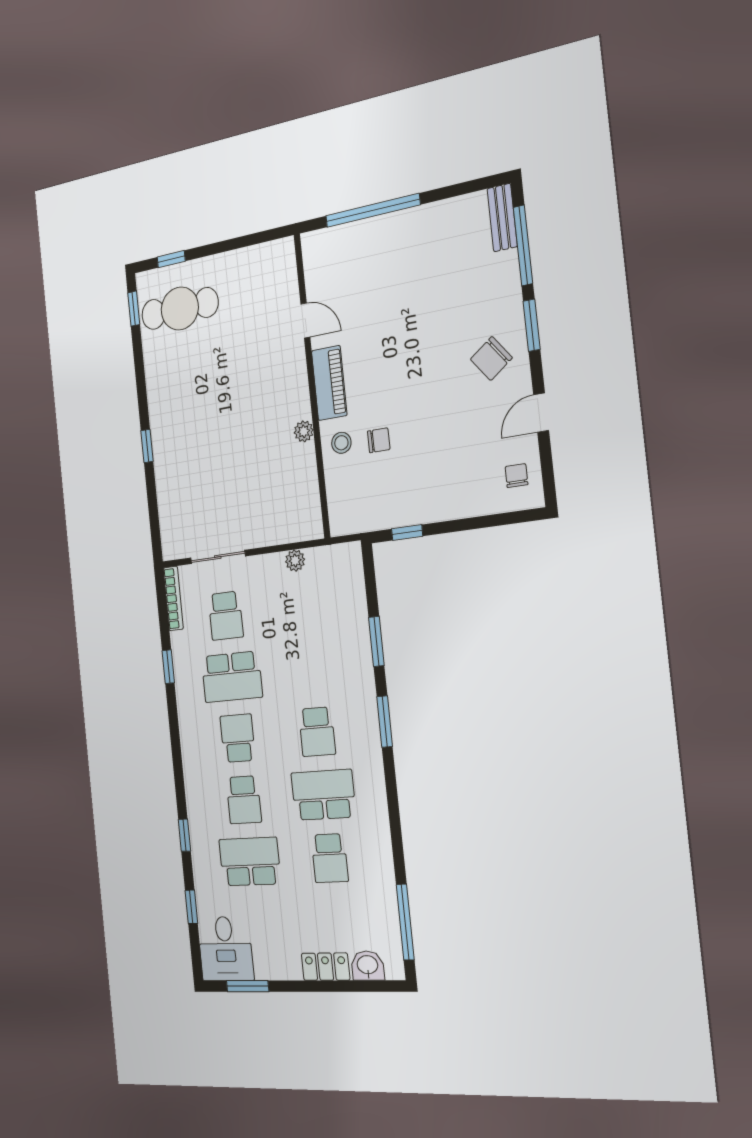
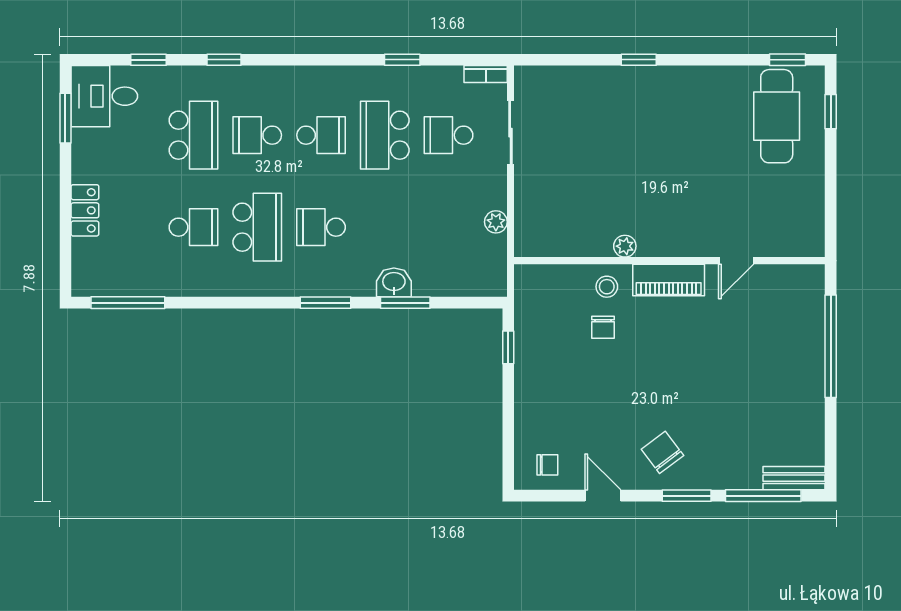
bookcase: (173, 598) -> (486, 74), width x0.64
school desk: (330, 858) -> (193, 227), turned 180
washbasin: (368, 966) -> (394, 282), moved, turned -90

